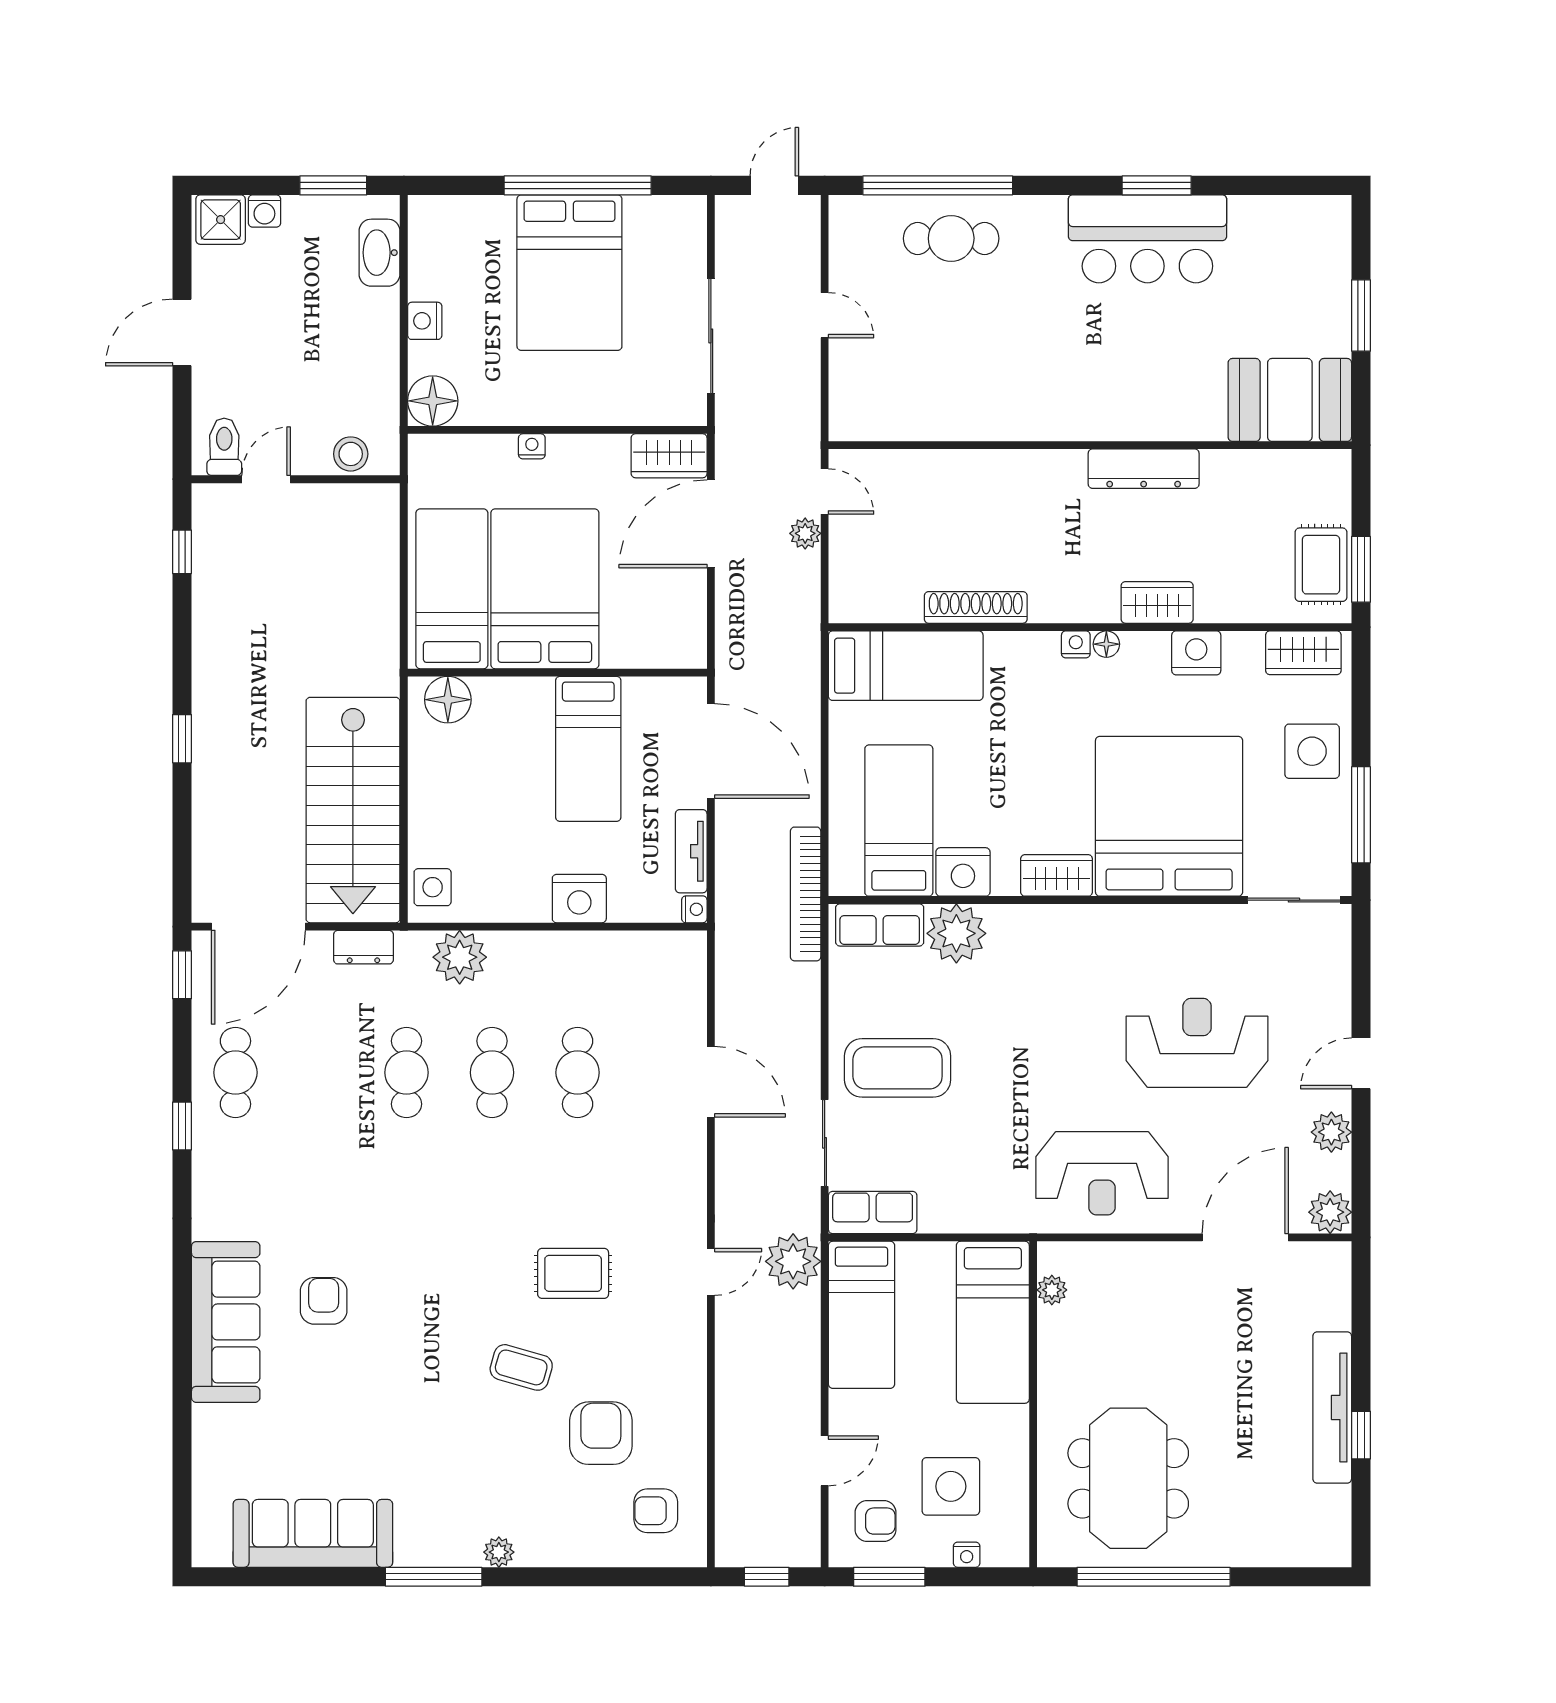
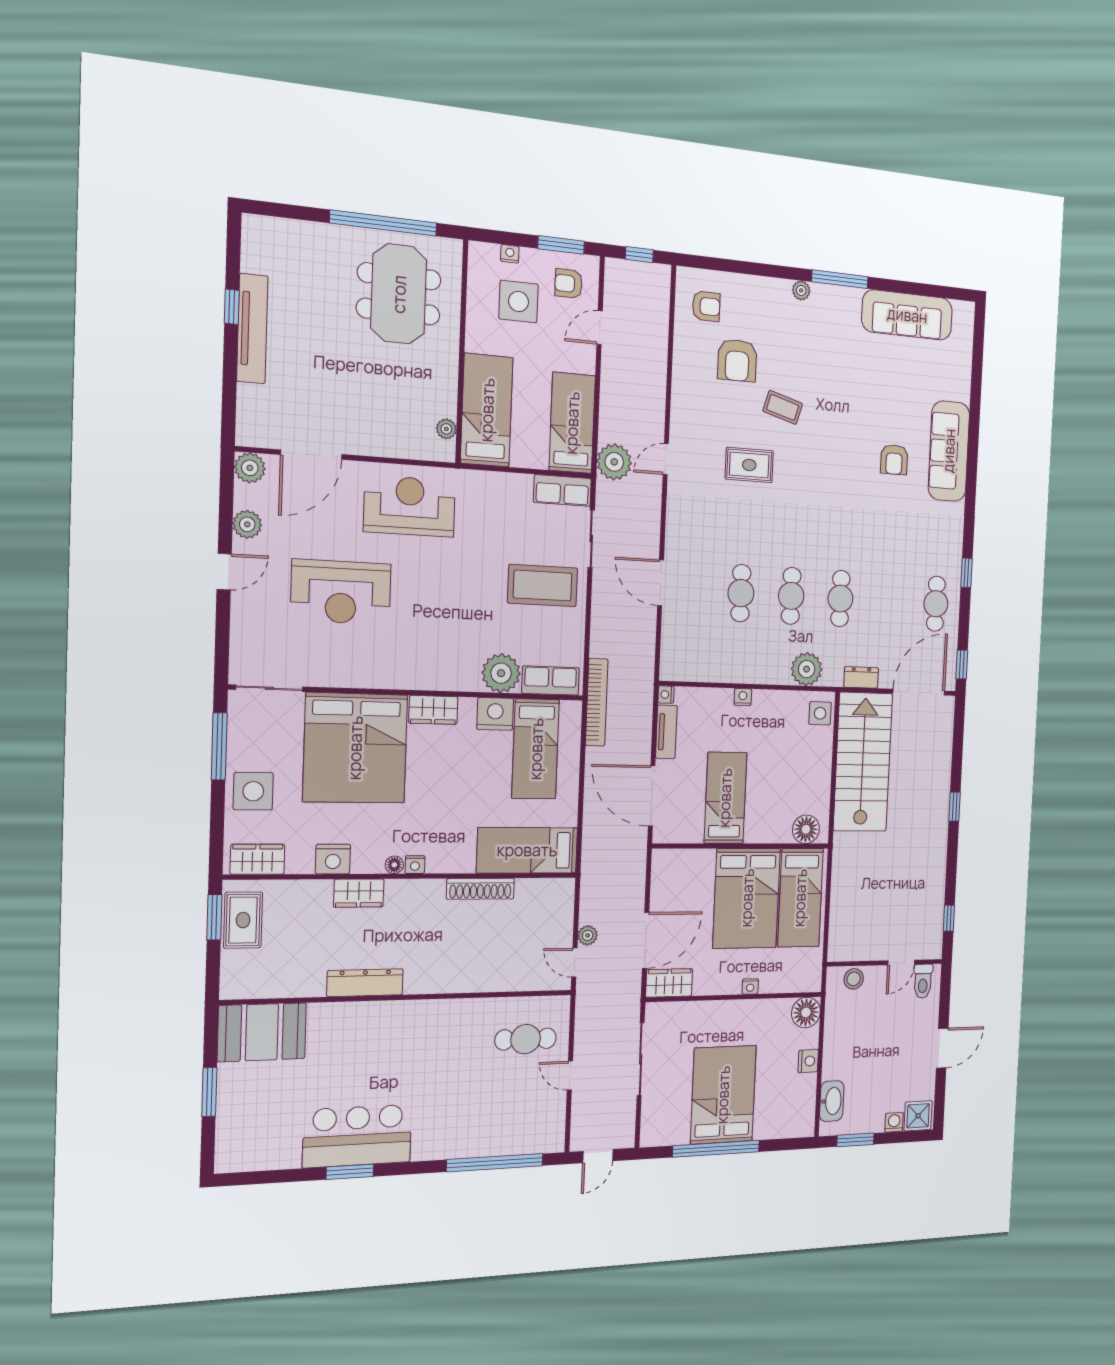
cafe table: (951, 238) -> (526, 1039), moved
nightstand: (579, 899) -> (743, 697), width x0.53, depth x0.56

